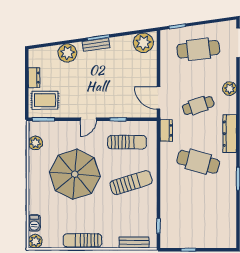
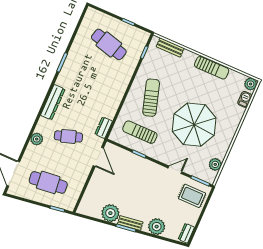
plant: (143, 43) -> (110, 213), moved
dresser: (34, 78) -> (186, 233), moved
door: (88, 119) -> (175, 170), moved
cafe table: (198, 162) -> (109, 44), moved
sun lounger: (131, 183) -> (151, 98), turned 90

